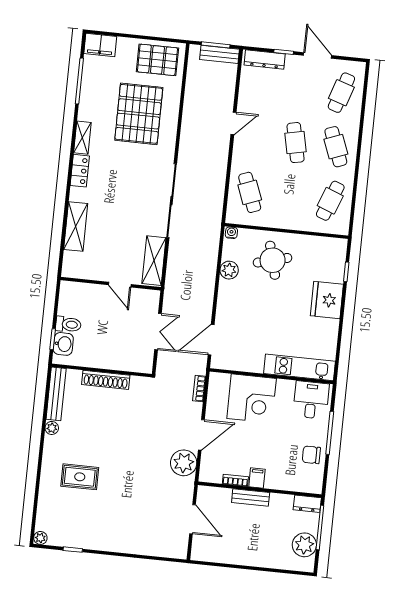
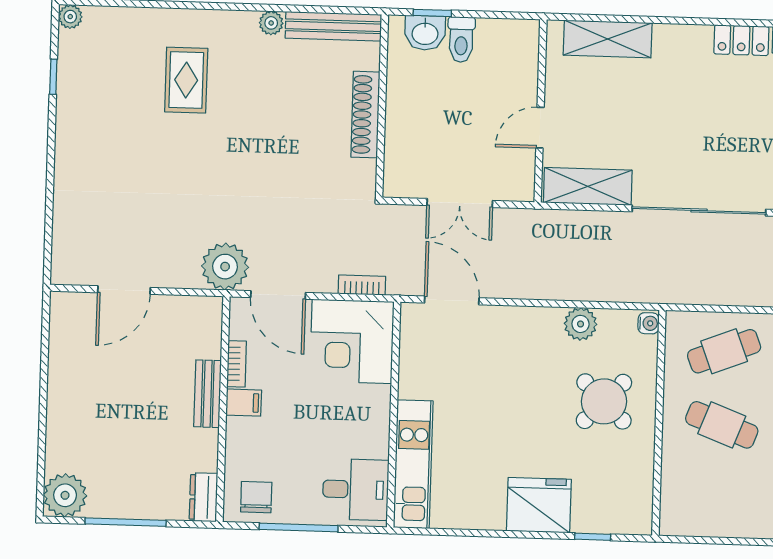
cafe table: (330, 201) -> (722, 425), moved
shelving: (76, 226) -> (608, 39), moved
round table: (273, 260) -> (604, 401), turned -31
corner desk: (252, 398) -> (352, 341), moved
filing cabinet: (257, 478) -> (244, 403), moved
bookcase: (235, 480) -> (237, 364), moved
wall: (260, 490) -> (223, 409), moved
bench: (251, 497) -> (208, 394), moved
dresser: (307, 504) -> (203, 497), moved
plant: (304, 545) -> (65, 495), moved

